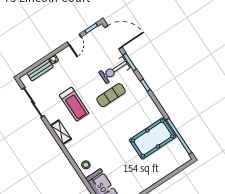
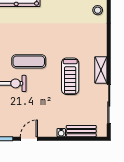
treadmill: (74, 104) -> (70, 76), turned 180
shelving: (61, 132) -> (101, 70), moved

